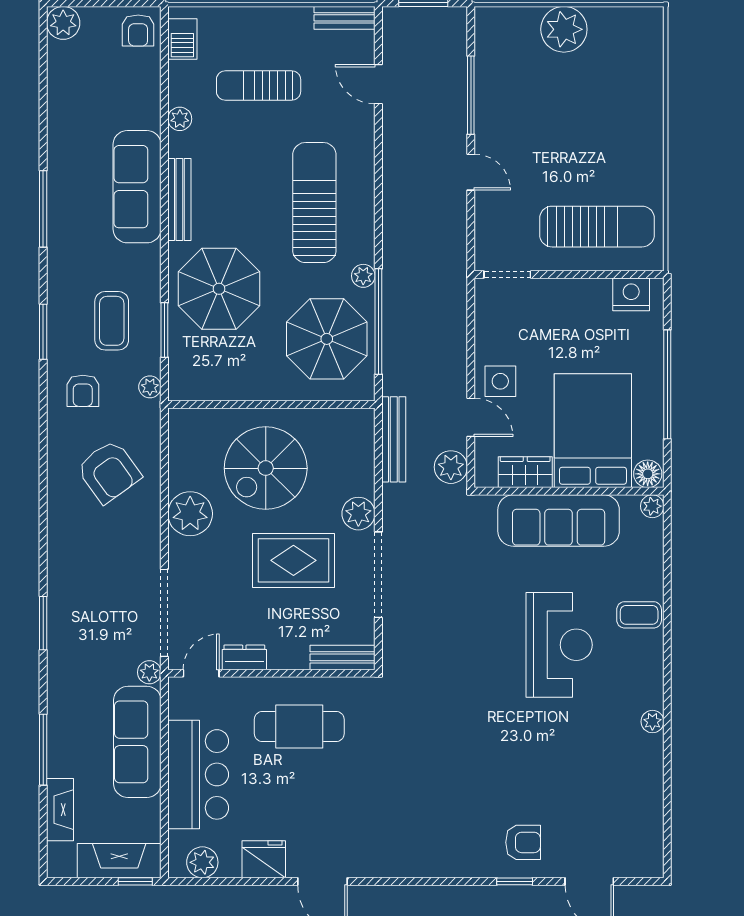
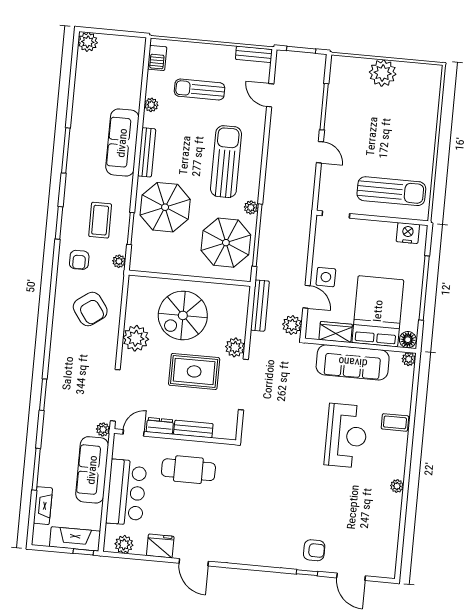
armchair: (138, 30) -> (132, 50), removed
bench: (342, 657) -> (193, 429), moved

